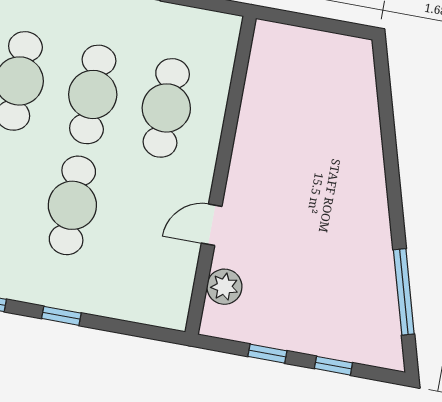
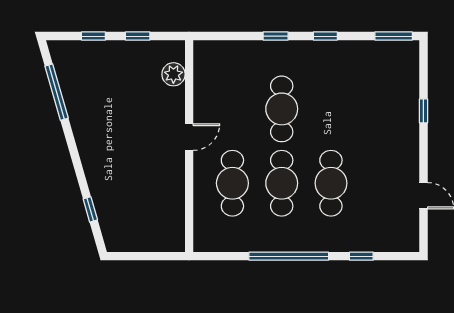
window: (386, 108) -> (90, 209), added
door: (212, 225) -> (189, 137), moved

